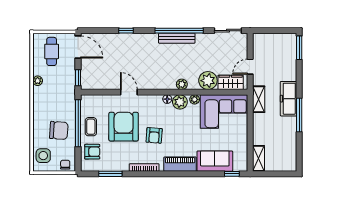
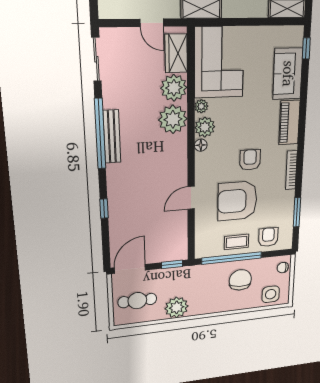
plant: (38, 81) -> (177, 307), width x1.88, depth x1.88
plant: (182, 84) -> (173, 119), width x1.87, depth x1.87
armchair: (154, 135) -> (250, 160), turned -94

